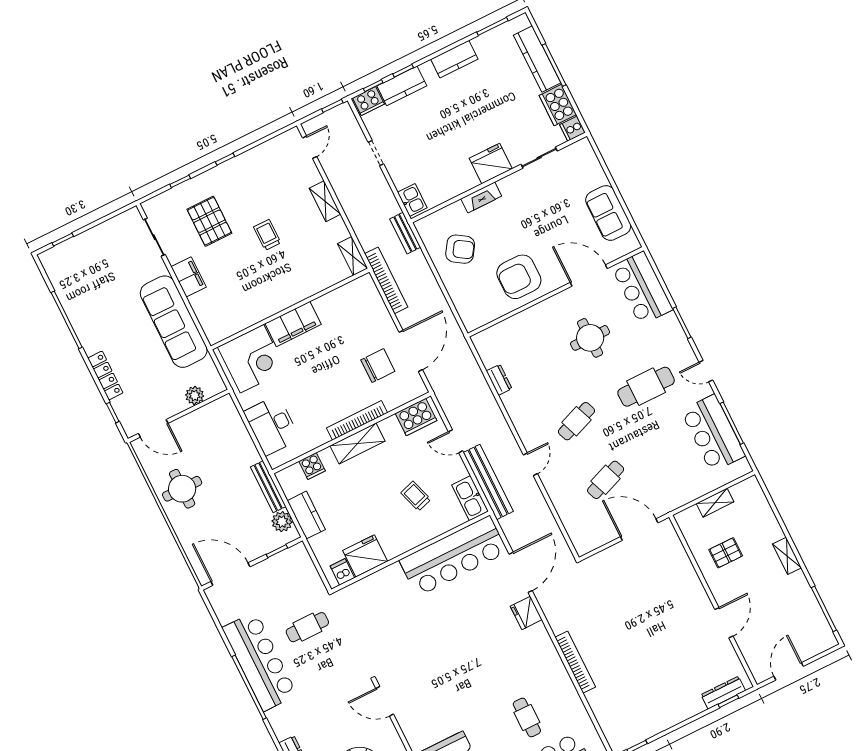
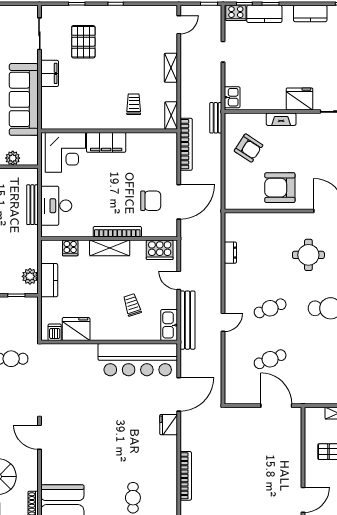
trolley: (267, 235) -> (134, 104), moved
bench: (268, 487) -> (32, 205), moved

